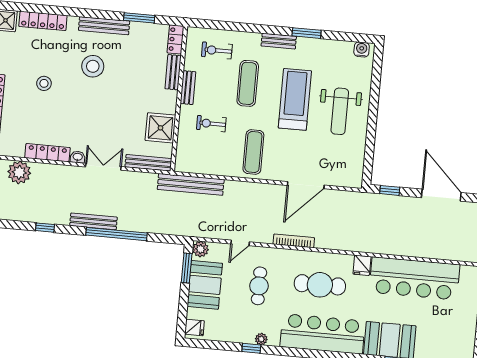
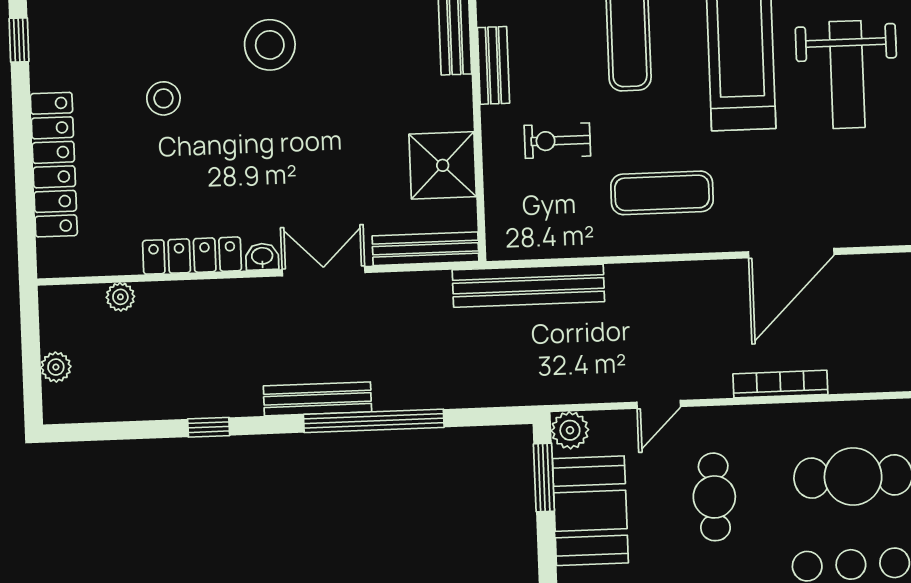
exercise mat: (253, 152) -> (662, 193), turned 90
plant: (19, 172) -> (120, 297), width x0.53, depth x0.53

